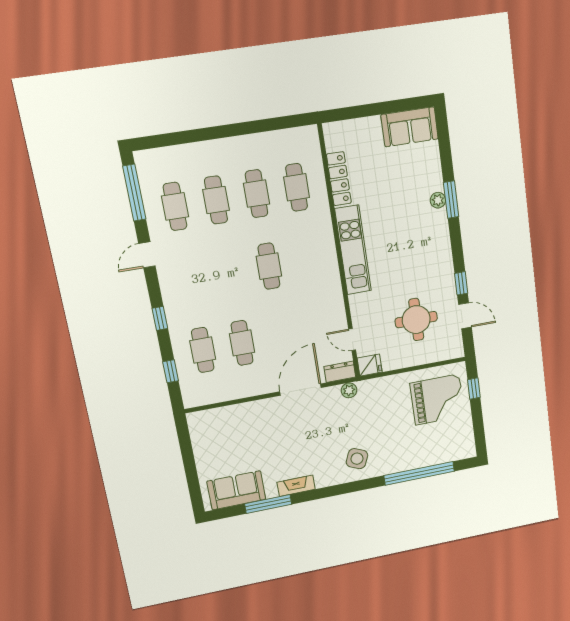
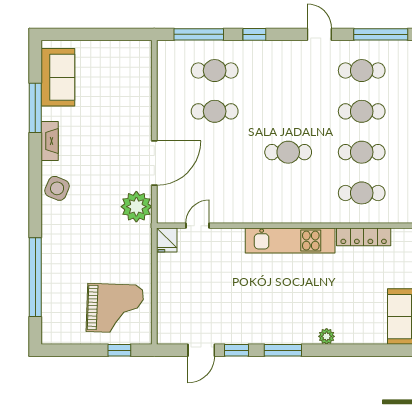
window: (451, 200) -> (283, 350), moved
round table: (416, 320) -> (206, 297), removed
window: (171, 371) -> (199, 34), width x2.17
dresser: (340, 372) -> (166, 207), removed
door: (301, 390) -> (154, 163), hinge flipped
plant: (349, 390) -> (136, 207), width x1.88, depth x1.88
grand piano: (437, 400) -> (115, 308), turned -88
side table: (357, 459) -> (57, 188), moved

